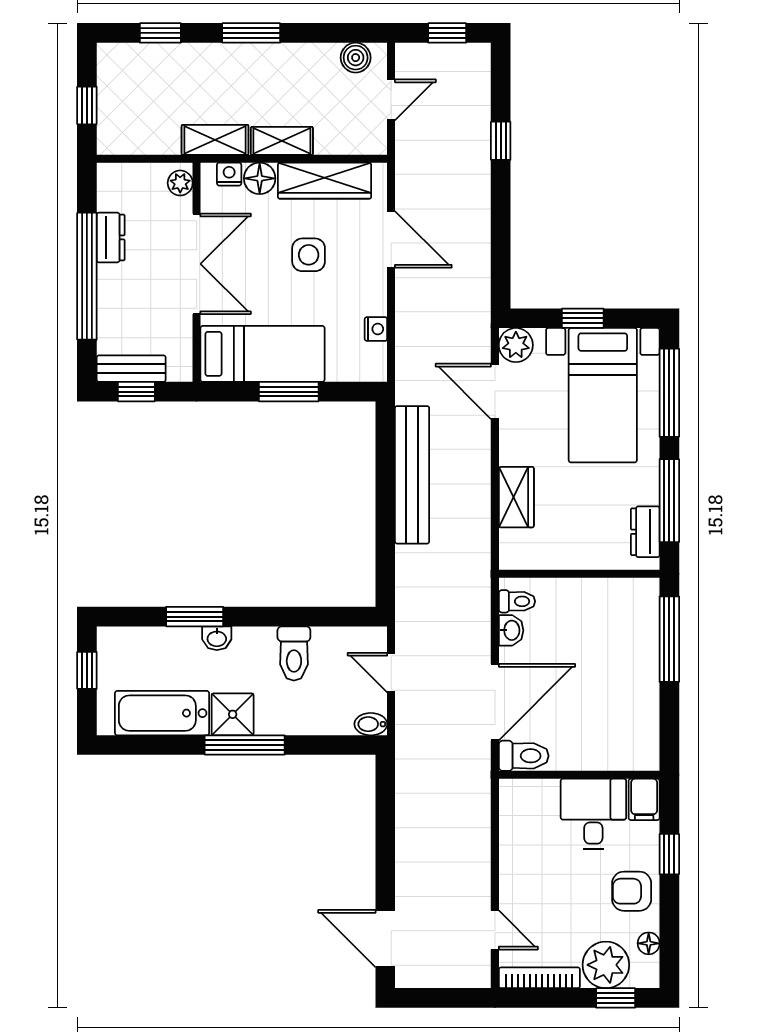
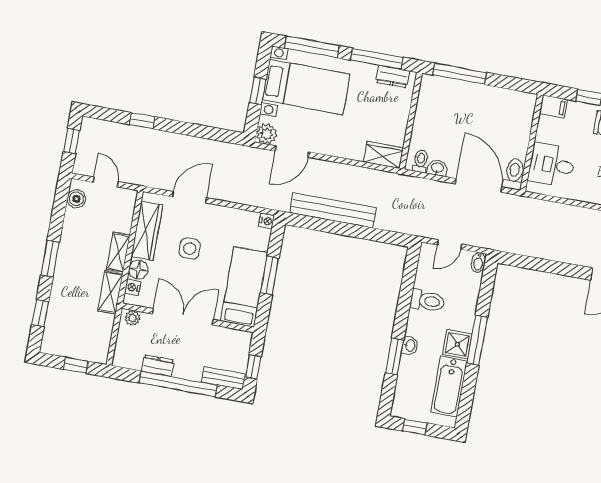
nightstand: (376, 329) -> (266, 221), moved, turned 90
bench: (131, 369) -> (224, 378), moved, turned 90
wardrobe: (516, 497) -> (383, 155), moved
desk: (593, 814) -> (552, 165), moved

